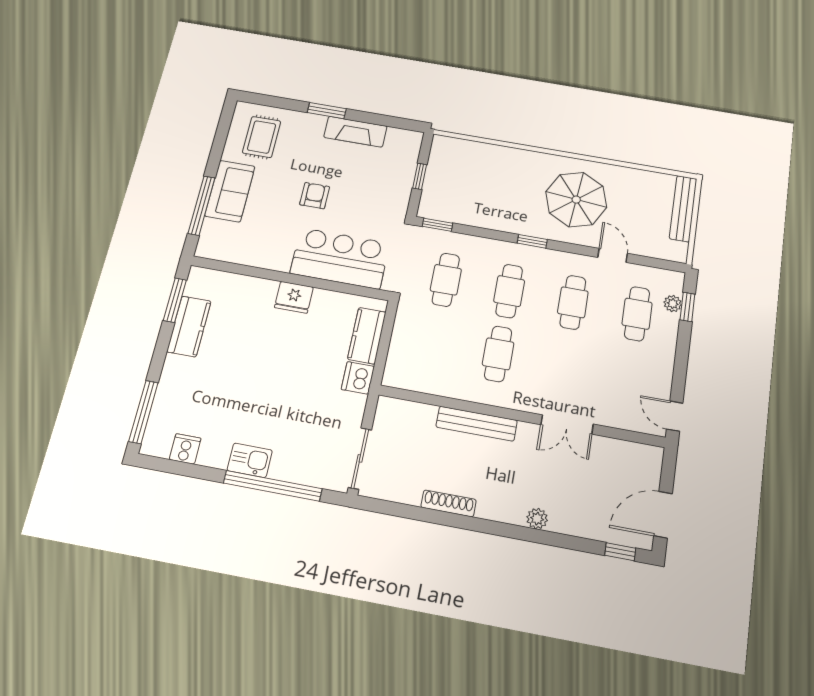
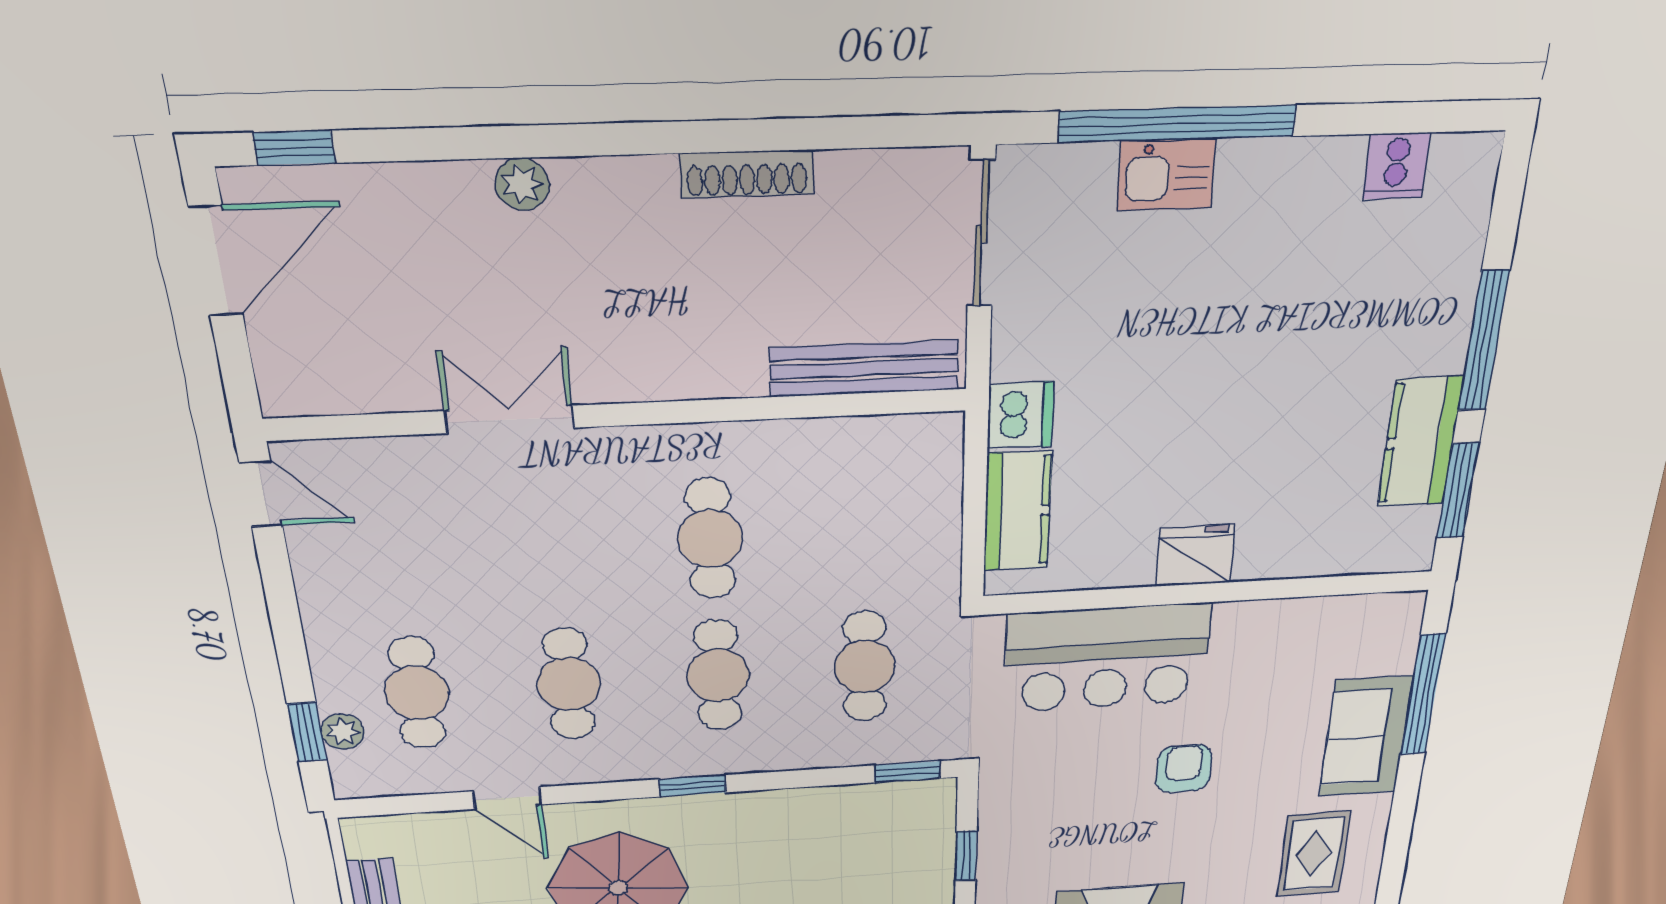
armchair: (315, 196) -> (1184, 769), turned 180
window: (143, 412) -> (1484, 341), moved
bench: (477, 424) -> (864, 369), moved
kitchen sink: (250, 460) -> (1166, 175), moved

